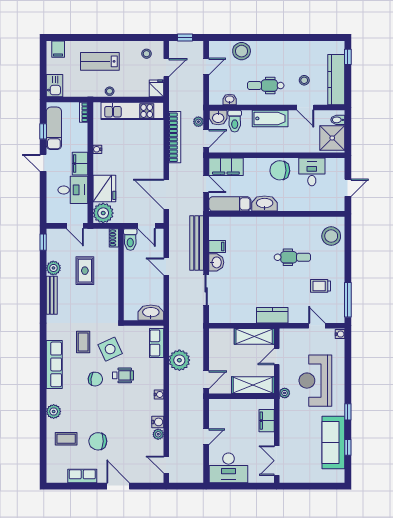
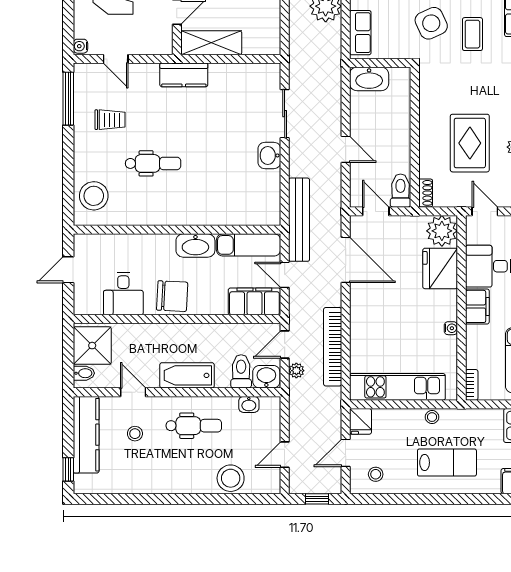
bench: (197, 243) -> (299, 220), moved
filing cabinet: (217, 246) -> (268, 180), removed
dental chair: (292, 257) -> (153, 163), turned 180
rug: (85, 271) -> (470, 143), width x1.36, depth x1.43

